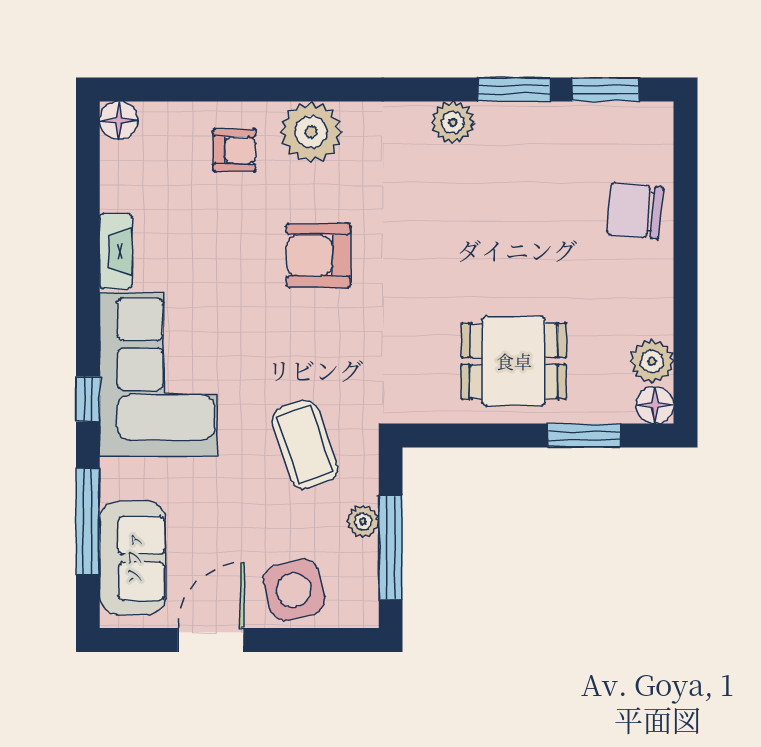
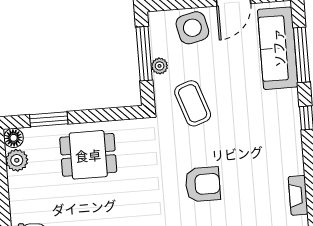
armchair: (318, 255) -> (203, 184), moved
corner sofa: (158, 374) -> (271, 133), removed
sofa: (133, 558) -> (278, 48), width x1.36

